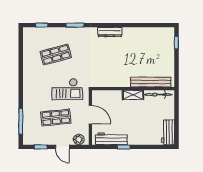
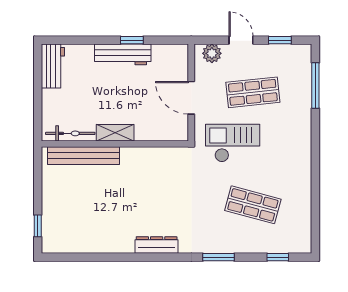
shop shelf: (56, 55) -> (253, 205), turned 30
workbench: (111, 139) -> (123, 54), moved

